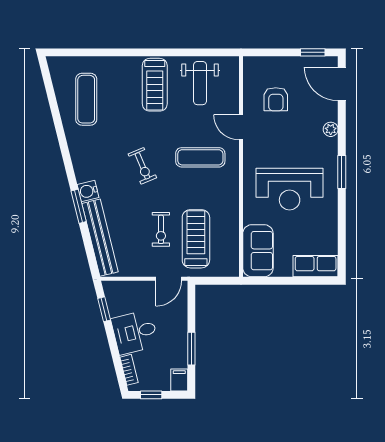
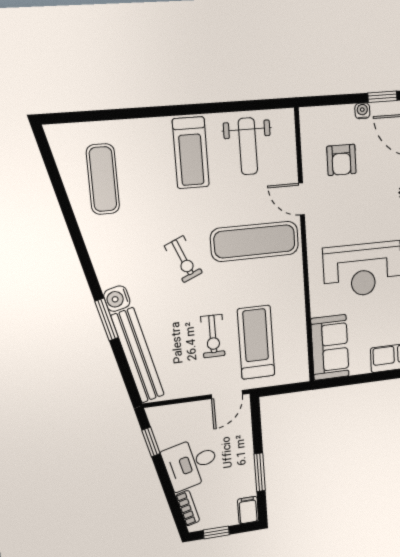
water cooler: (295, 62) -> (362, 111), added
exercise mat: (200, 157) -> (255, 241), width x1.36, depth x1.45

